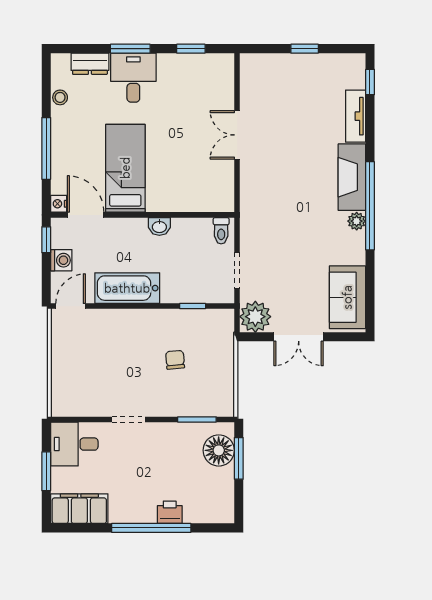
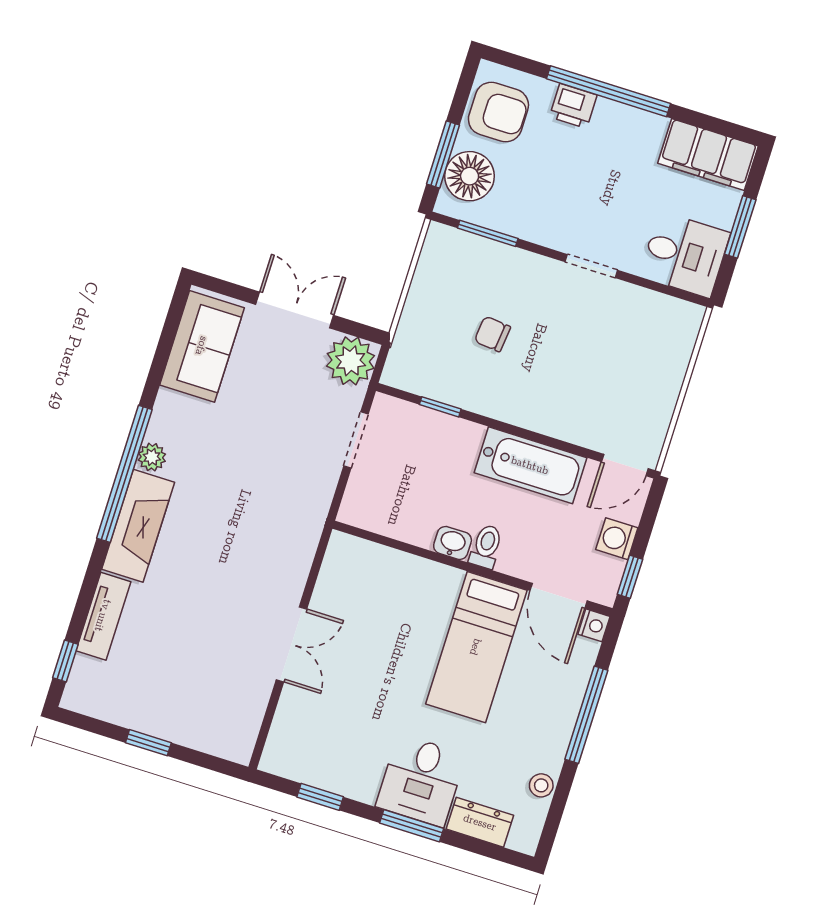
toilet: (221, 231) -> (486, 547), moved
chair: (175, 360) -> (492, 334), turned 101
armchair: (214, 494) -> (498, 112), added

